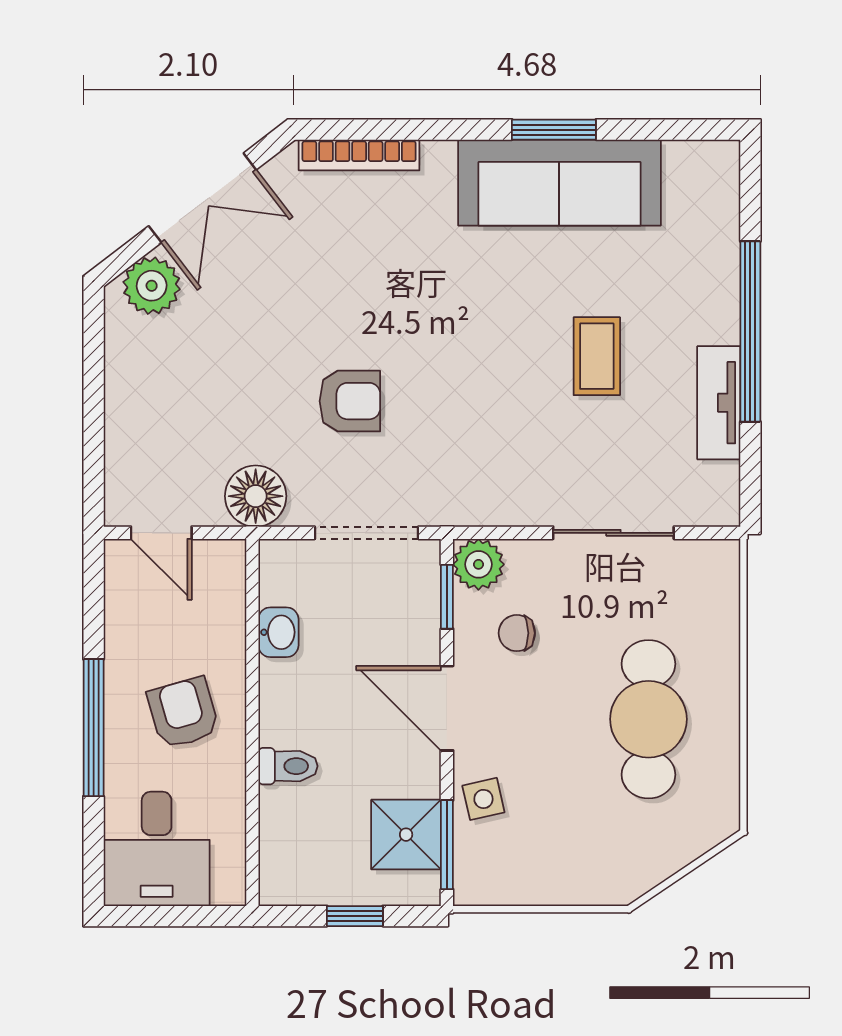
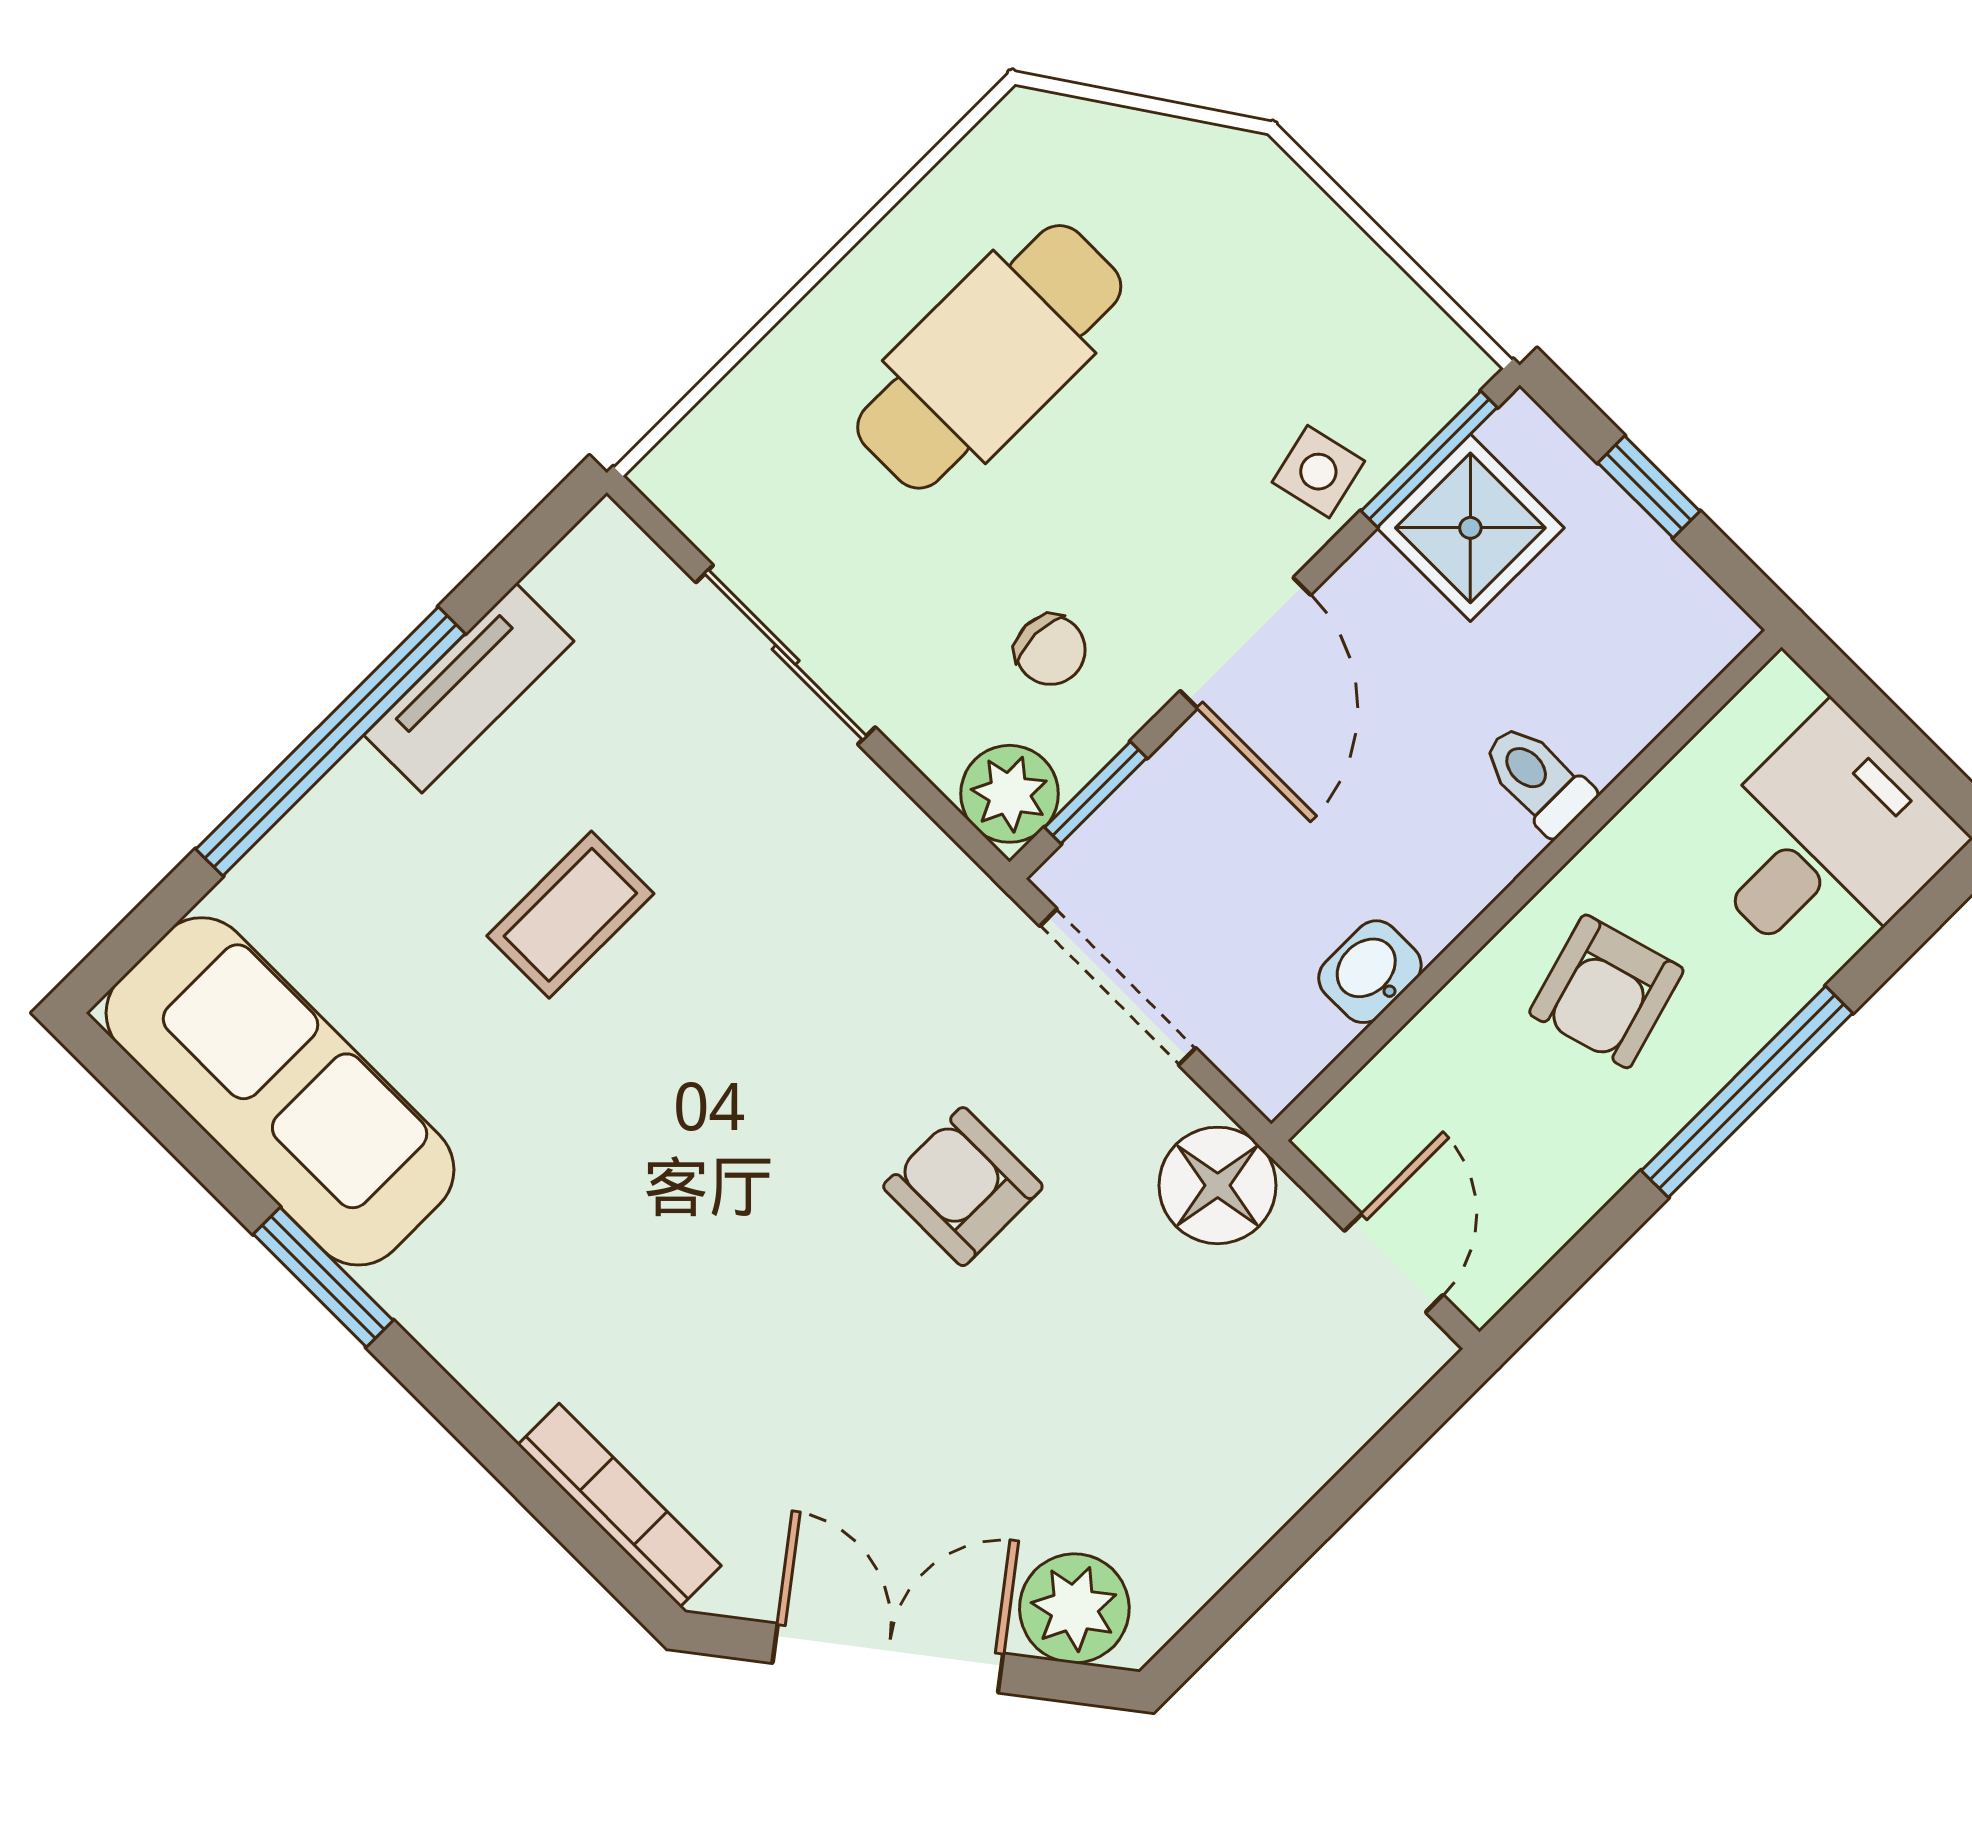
sofa: (559, 183) -> (280, 1091), moved

